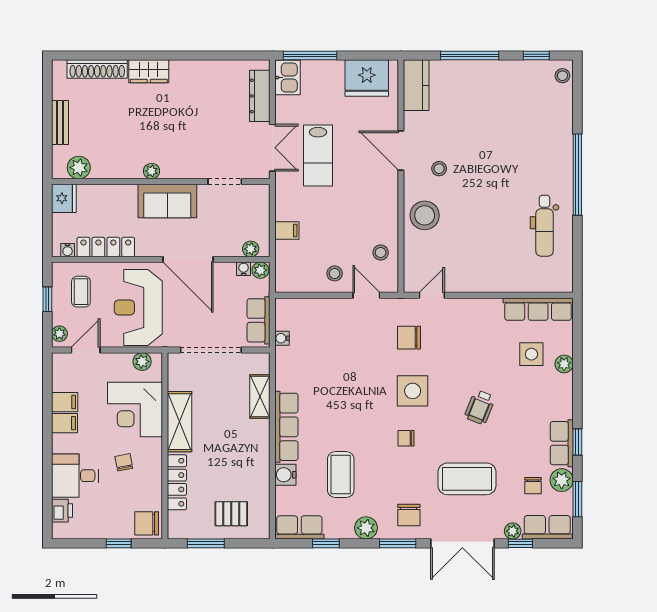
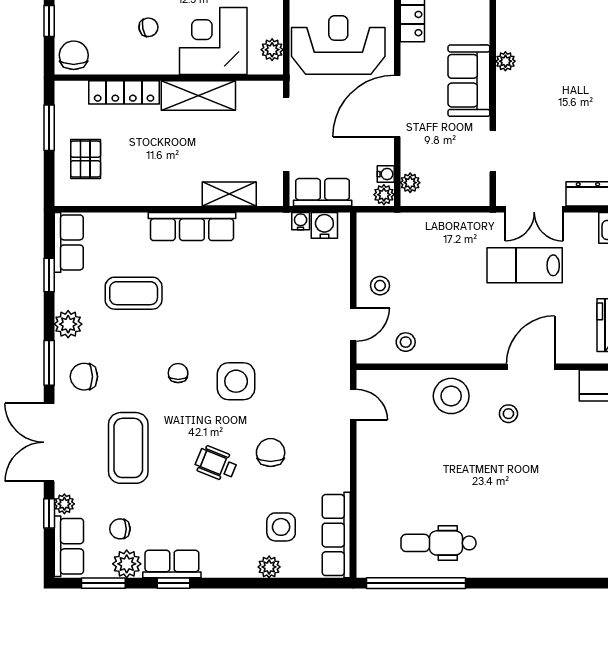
window: (577, 175) -> (416, 583), moved
filing cabinet: (287, 231) -> (433, 227), removed
chair: (409, 338) -> (271, 453), moved
water cooler: (285, 475) -> (324, 225), moved

